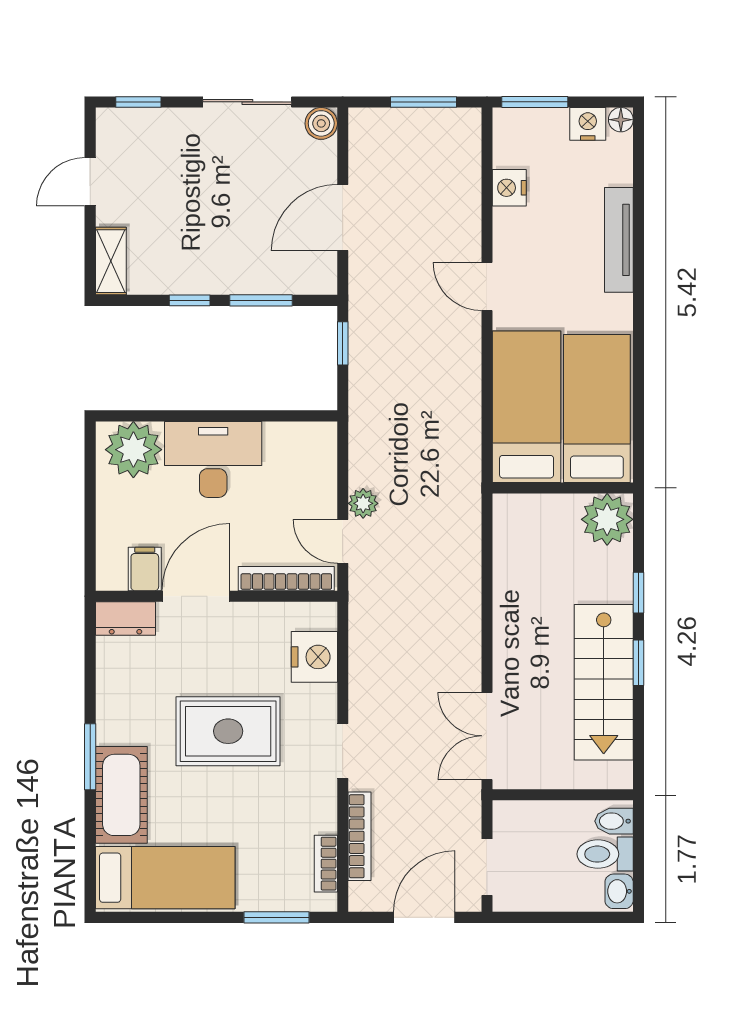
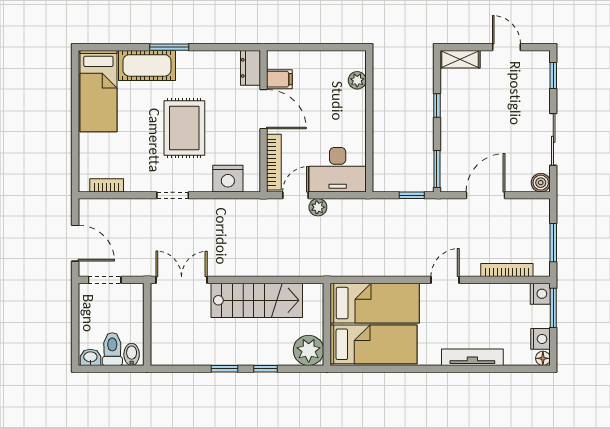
nightstand: (509, 188) -> (540, 294), moved, turned 90
door: (343, 218) -> (486, 195), hinge flipped
window: (261, 300) -> (437, 169), moved
plant: (133, 450) -> (357, 80), width x0.53, depth x0.53
desk: (213, 459) -> (338, 170), moved, turned 90
stairs: (604, 682) -> (257, 300), moved, turned 180
bookcase: (359, 836) -> (507, 270), moved, turned 180
window: (276, 917) -> (75, 156), removed

